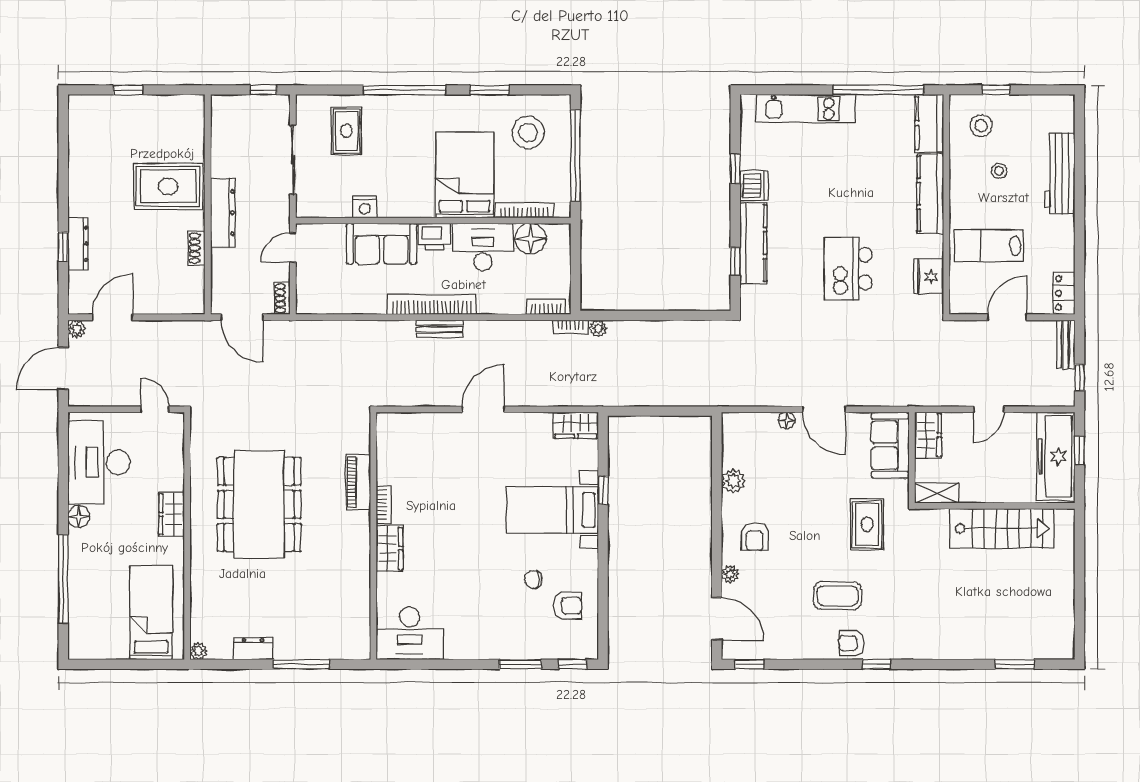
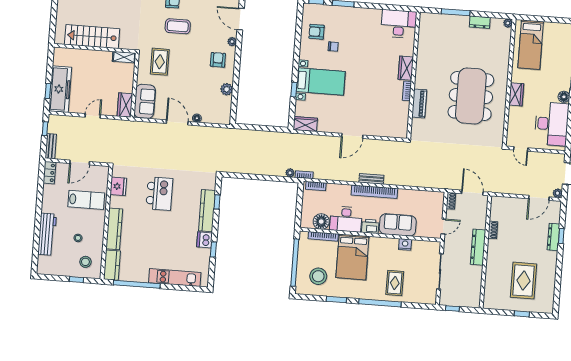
rug: (346, 131) -> (395, 283), moved
rug: (168, 186) -> (523, 281), moved, turned 90
shelving: (937, 493) -> (124, 57), moved
wall: (995, 506) -> (95, 48), moved
stairs: (1002, 528) -> (92, 37), moved

